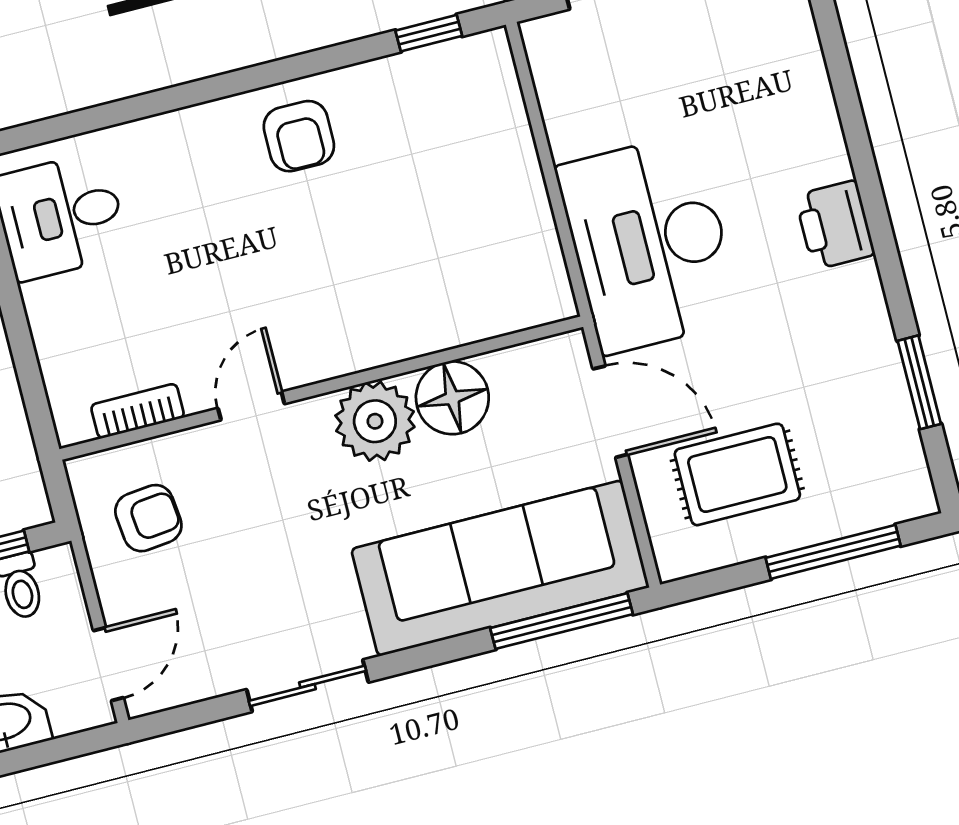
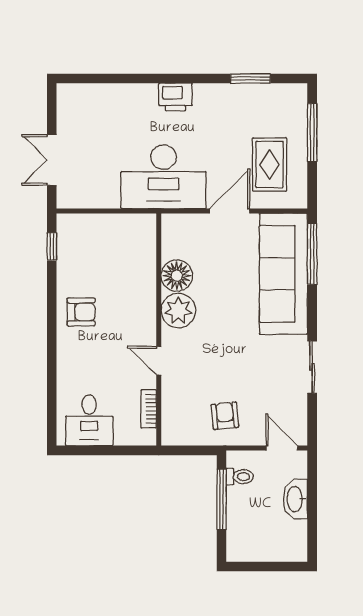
wall: (321, 388) -> (159, 330), moved
floor lamp: (452, 398) -> (177, 276), moved
door: (251, 406) -> (159, 361), moved
bookcase: (138, 411) -> (149, 409), moved
plant: (375, 421) -> (178, 311), moved

